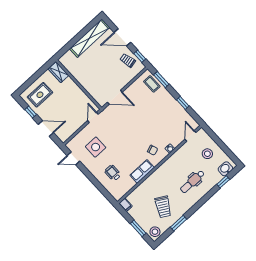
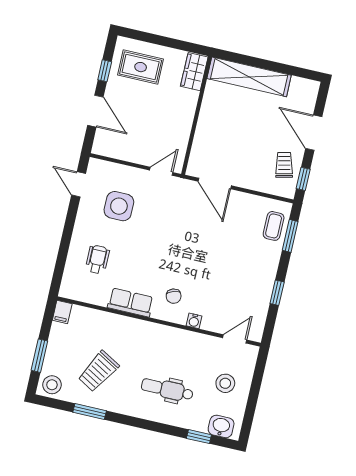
shelving: (90, 38) -> (249, 77), moved

